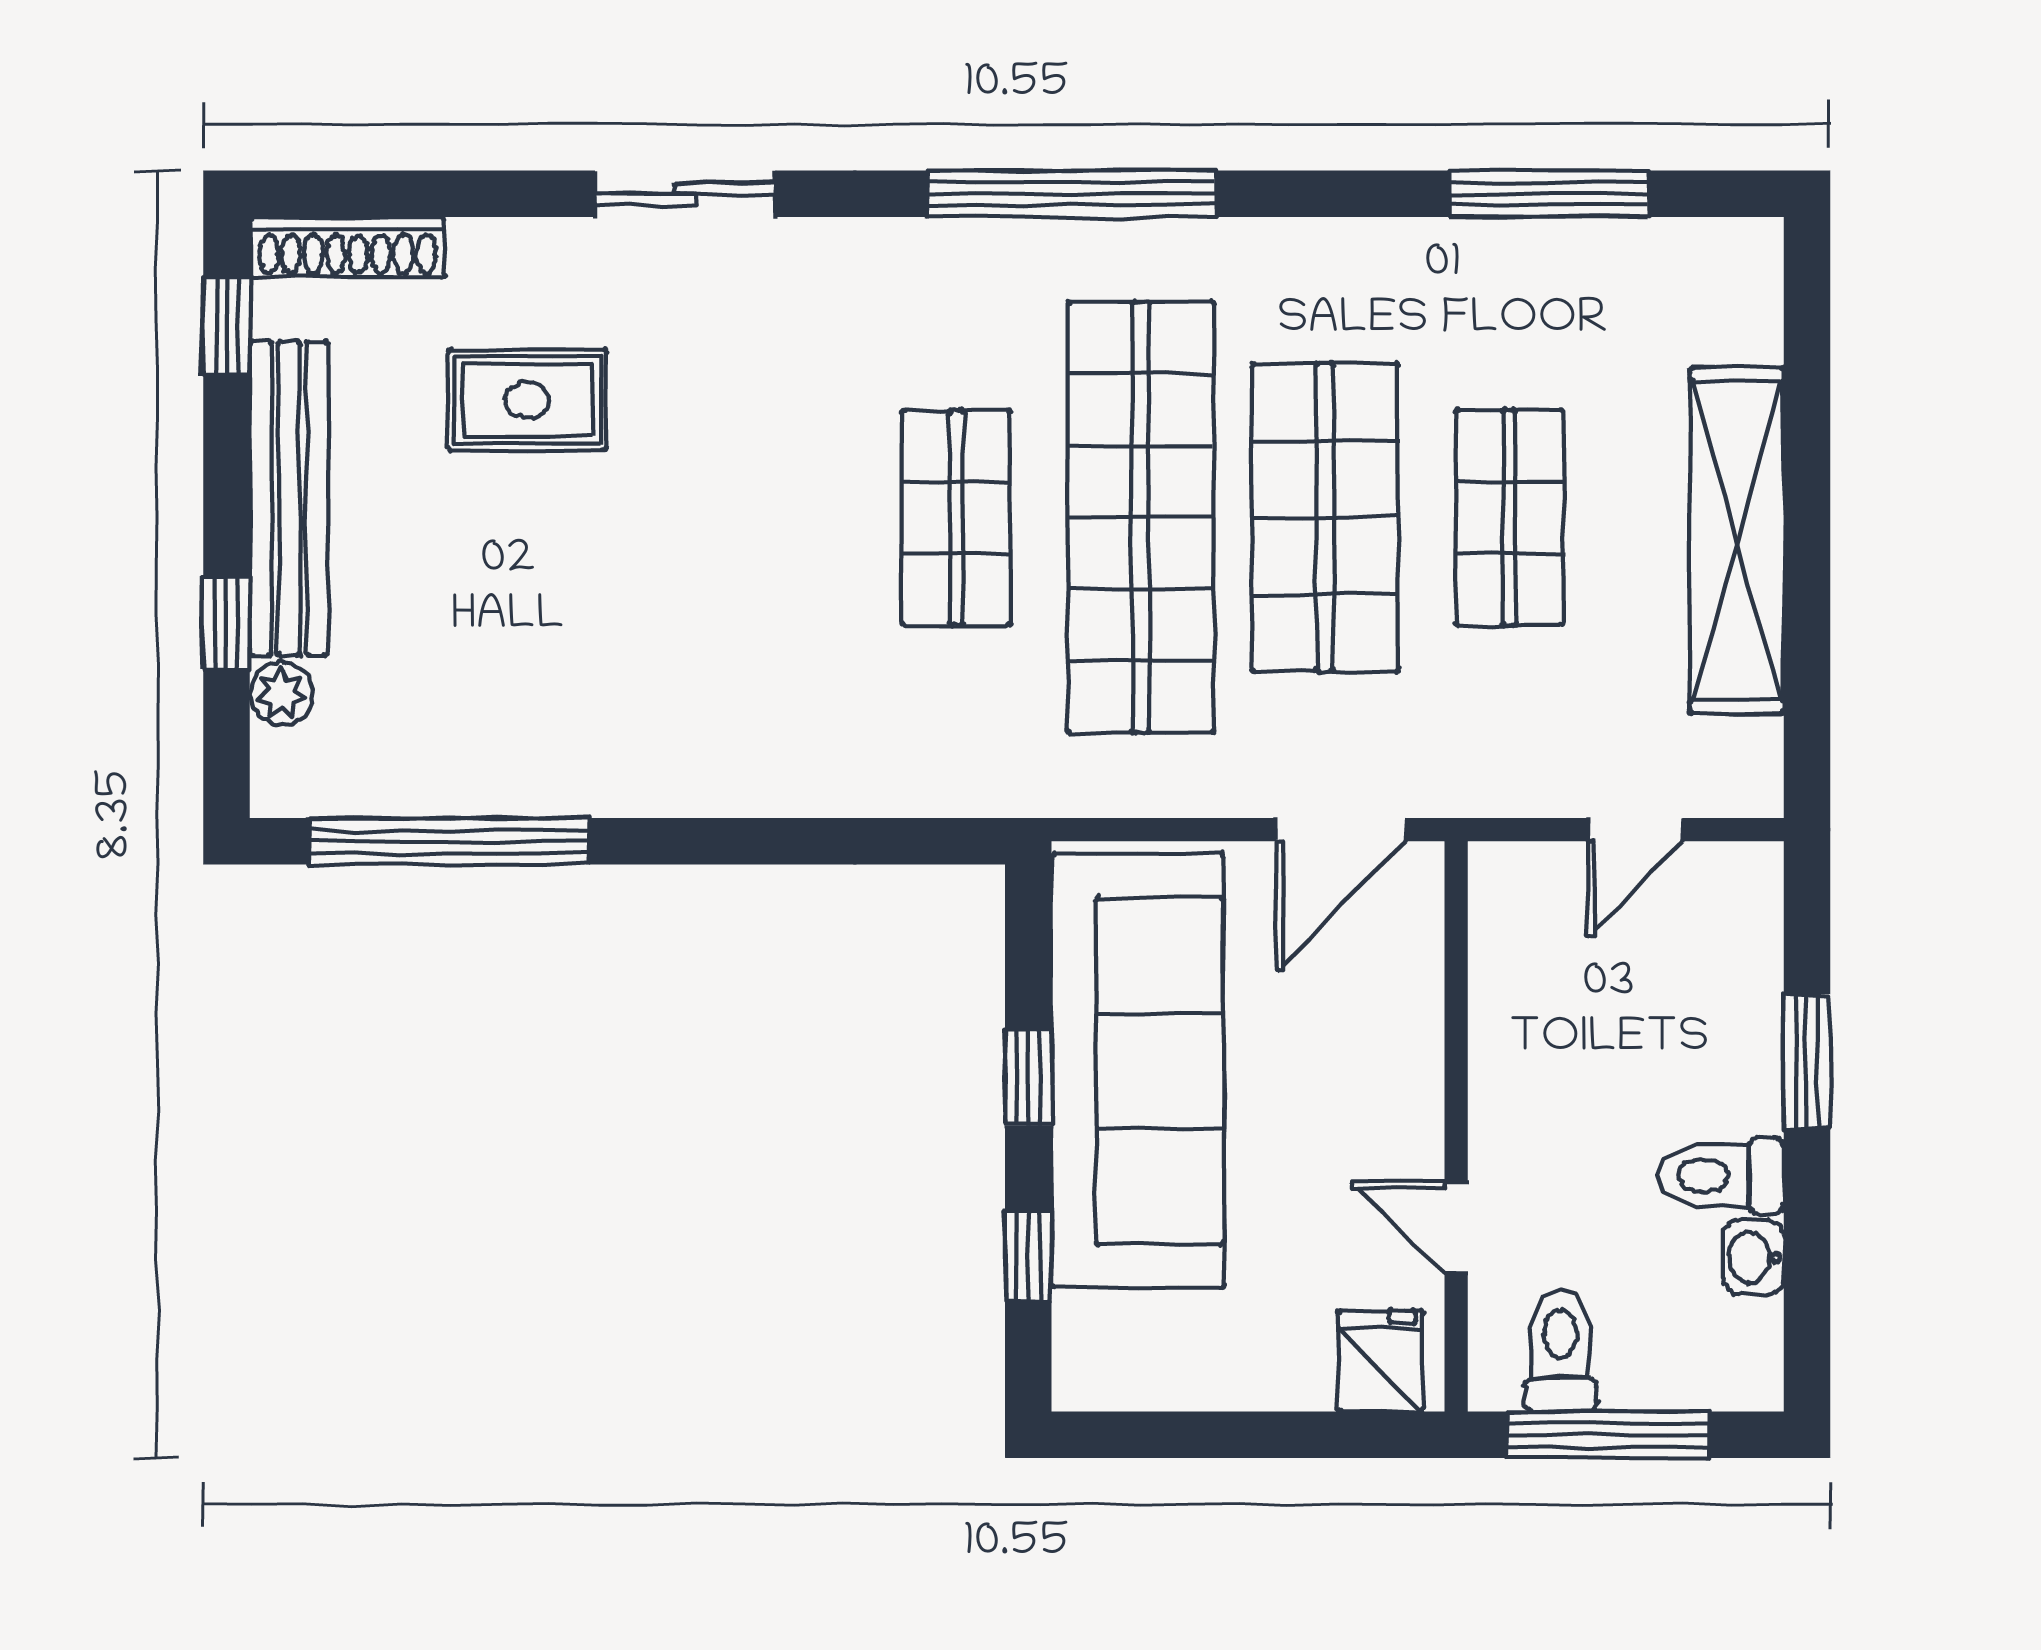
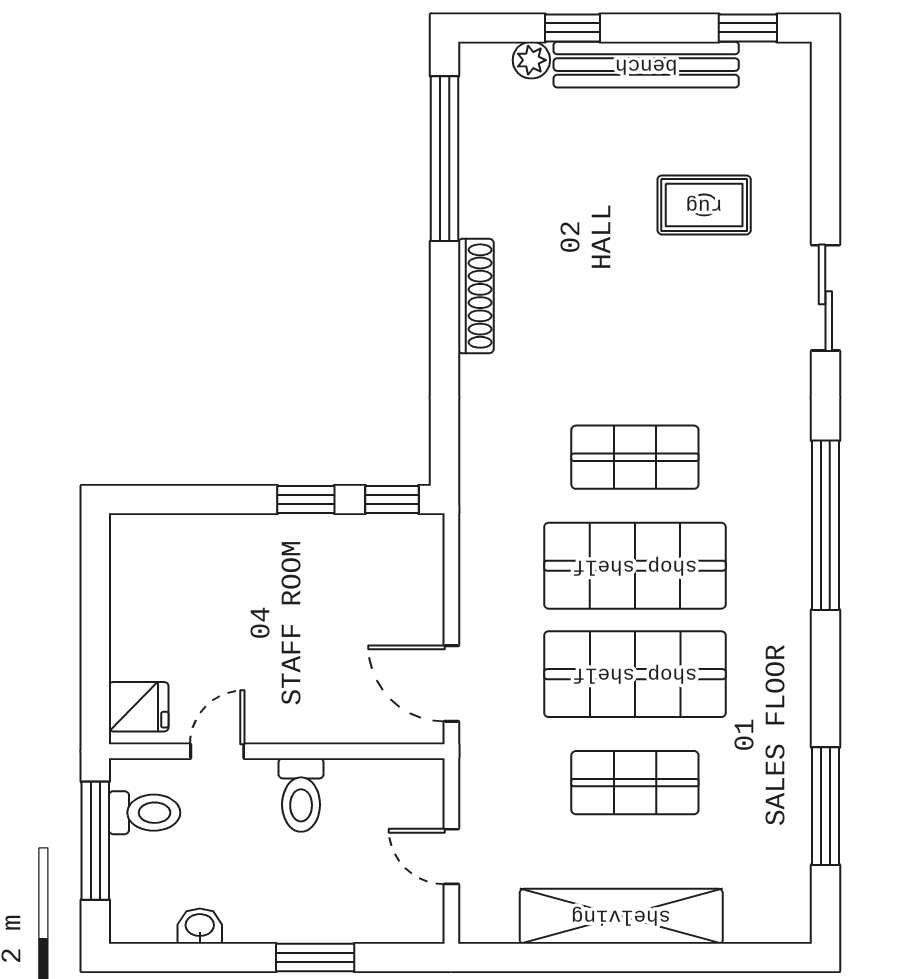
shoe rack: (347, 247) -> (476, 296), moved, turned 180
rug: (527, 400) -> (704, 205), turned 90
shop shelf: (1141, 517) -> (635, 566), width x0.71
sofa: (1138, 1071) -> (309, 564), removed
toilet: (1721, 1175) -> (301, 795), moved, turned 180
window: (1028, 1255) -> (392, 500), moved

